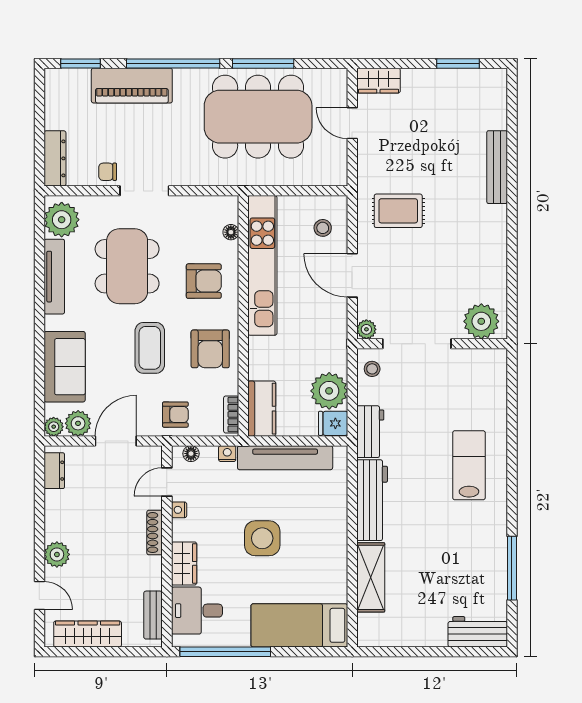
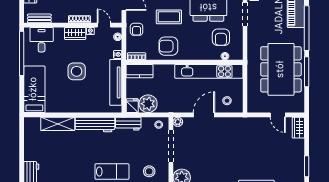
door: (352, 123) -> (278, 115), swing flipped
rug: (398, 211) -> (235, 137), removed
armchair: (204, 281) -> (221, 37), moved
stool: (469, 388) -> (149, 171), added
wardrobe: (184, 563) -> (75, 33), moved

